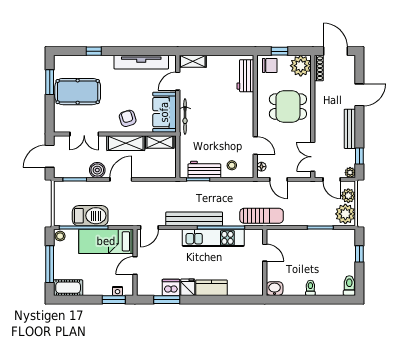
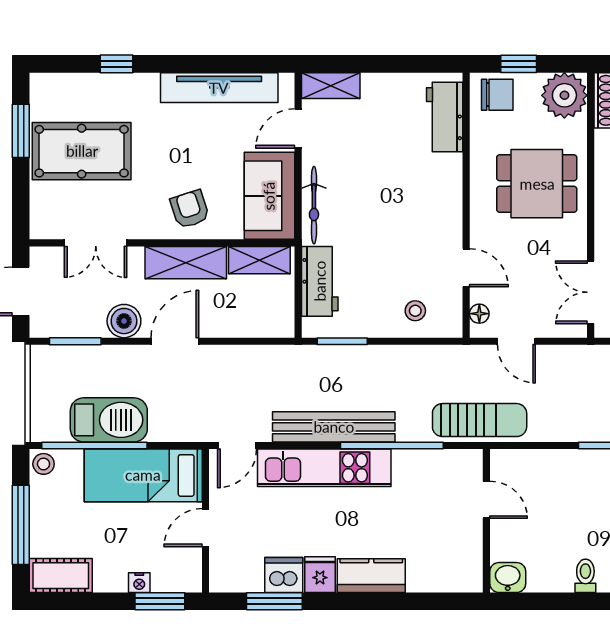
workbench: (204, 169) -> (320, 281), moved, turned 90
kitchen unit: (213, 238) -> (324, 468), moved
nightstand: (117, 291) -> (139, 583), moved

